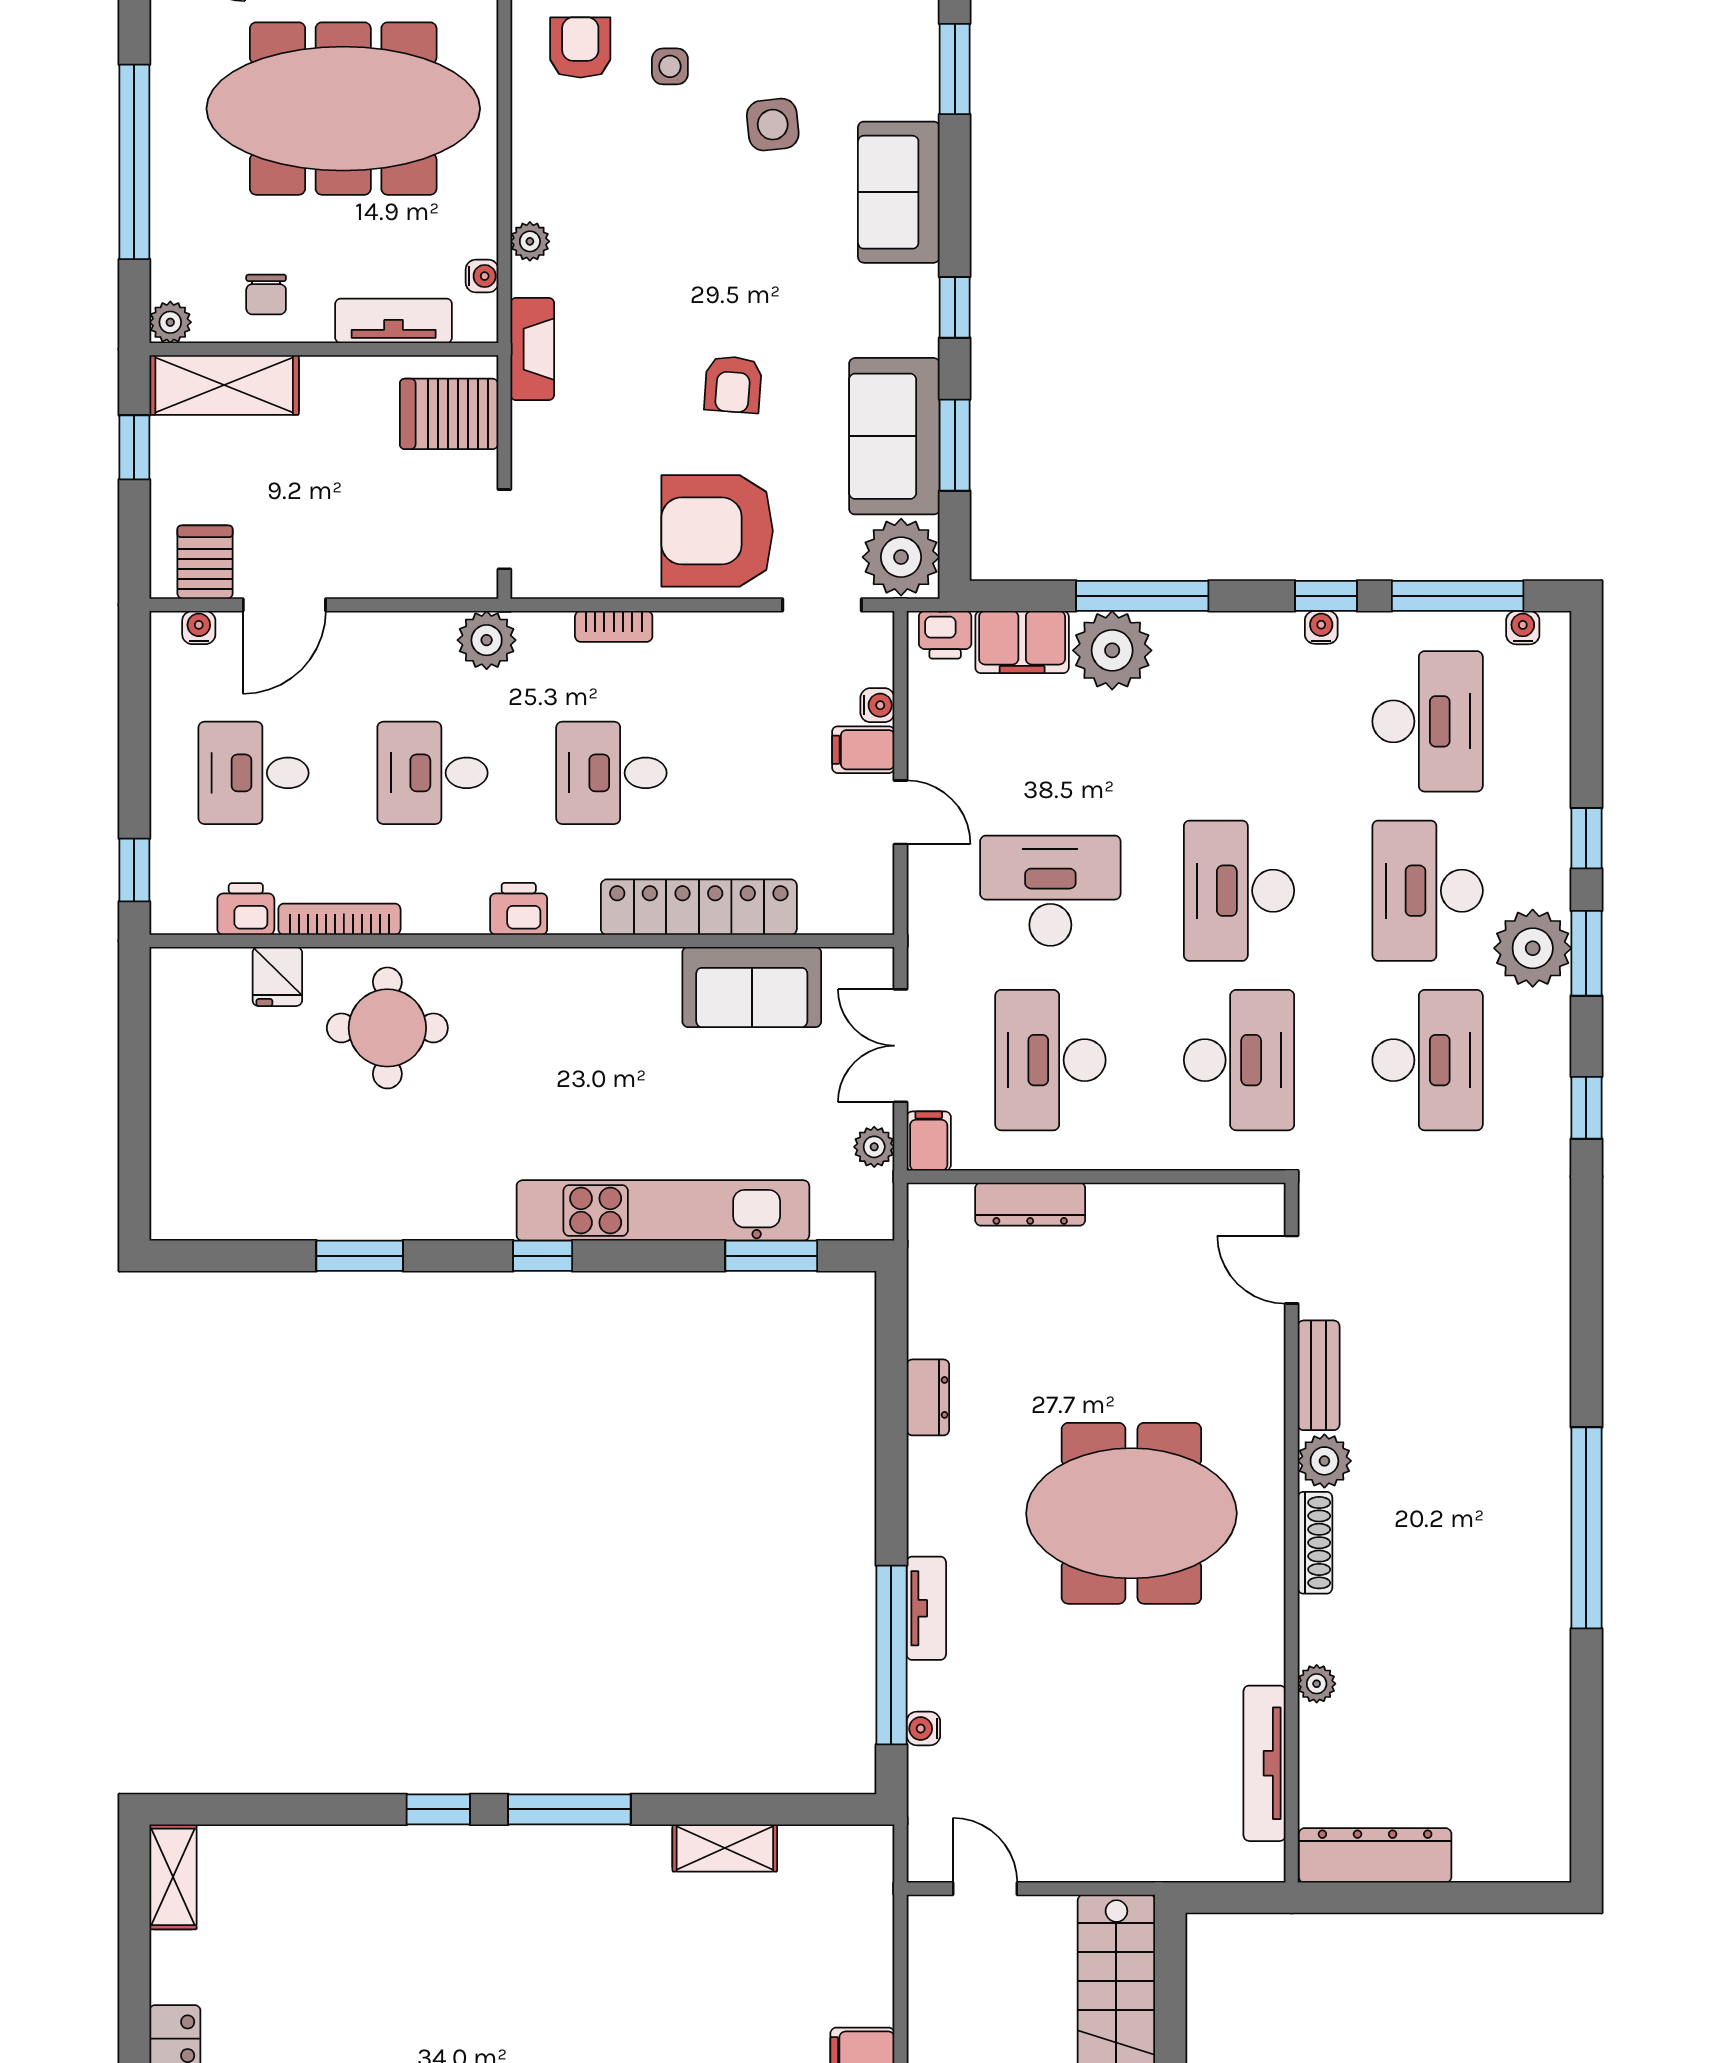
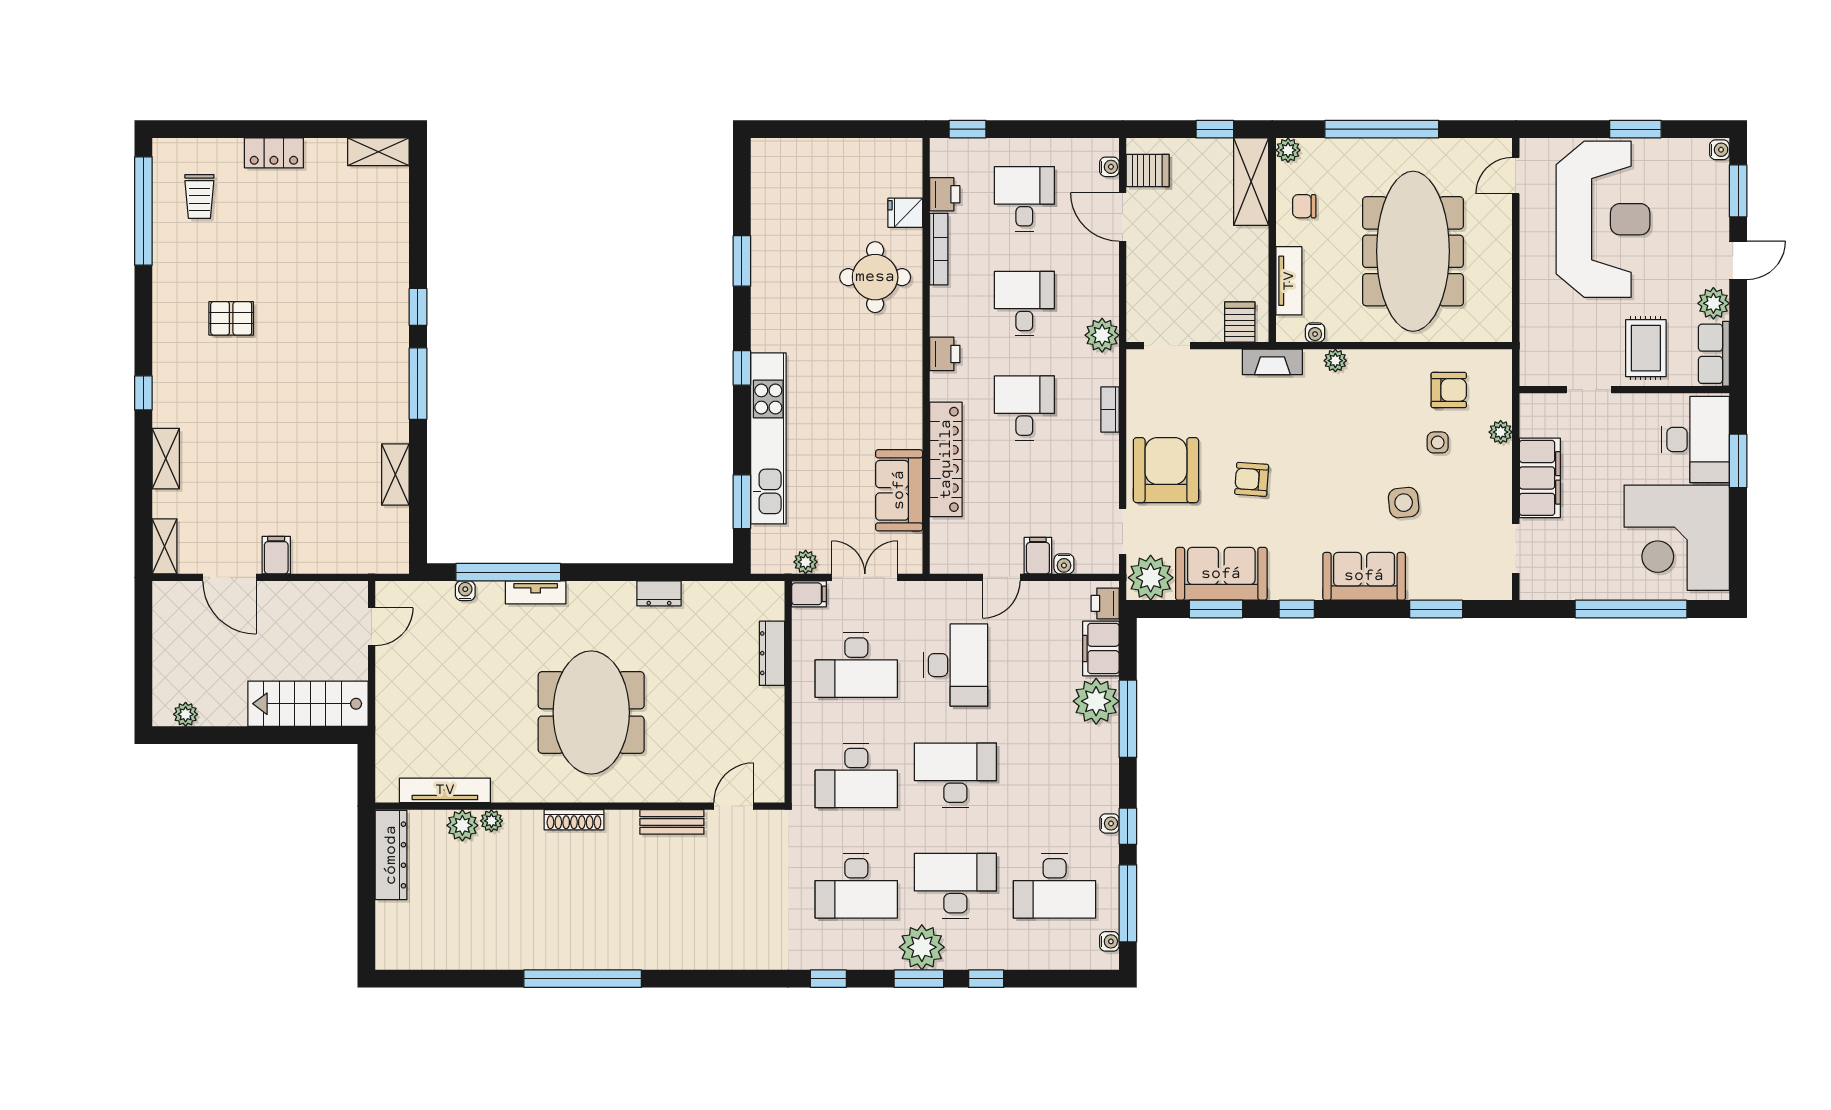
server rack: (449, 414) -> (1240, 322), width x0.73, depth x0.70
desk: (1050, 1060) -> (856, 665), turned 180
plant: (1324, 1461) -> (462, 825), moved

